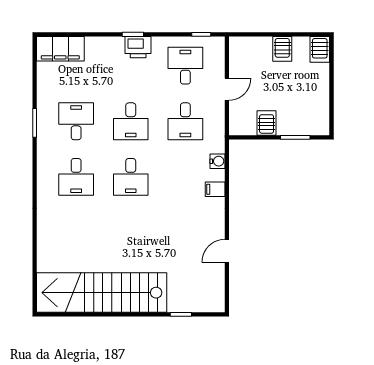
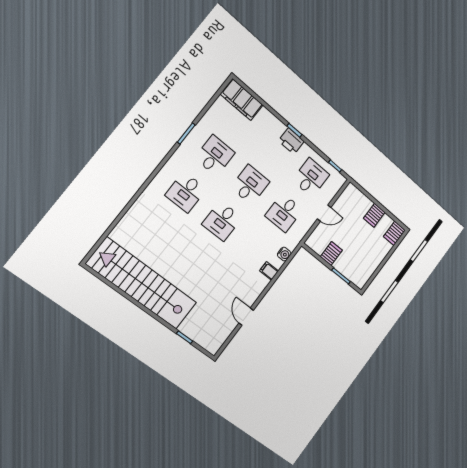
desk: (131, 121) -> (250, 185), turned 180
door: (227, 251) -> (246, 317), hinge flipped

